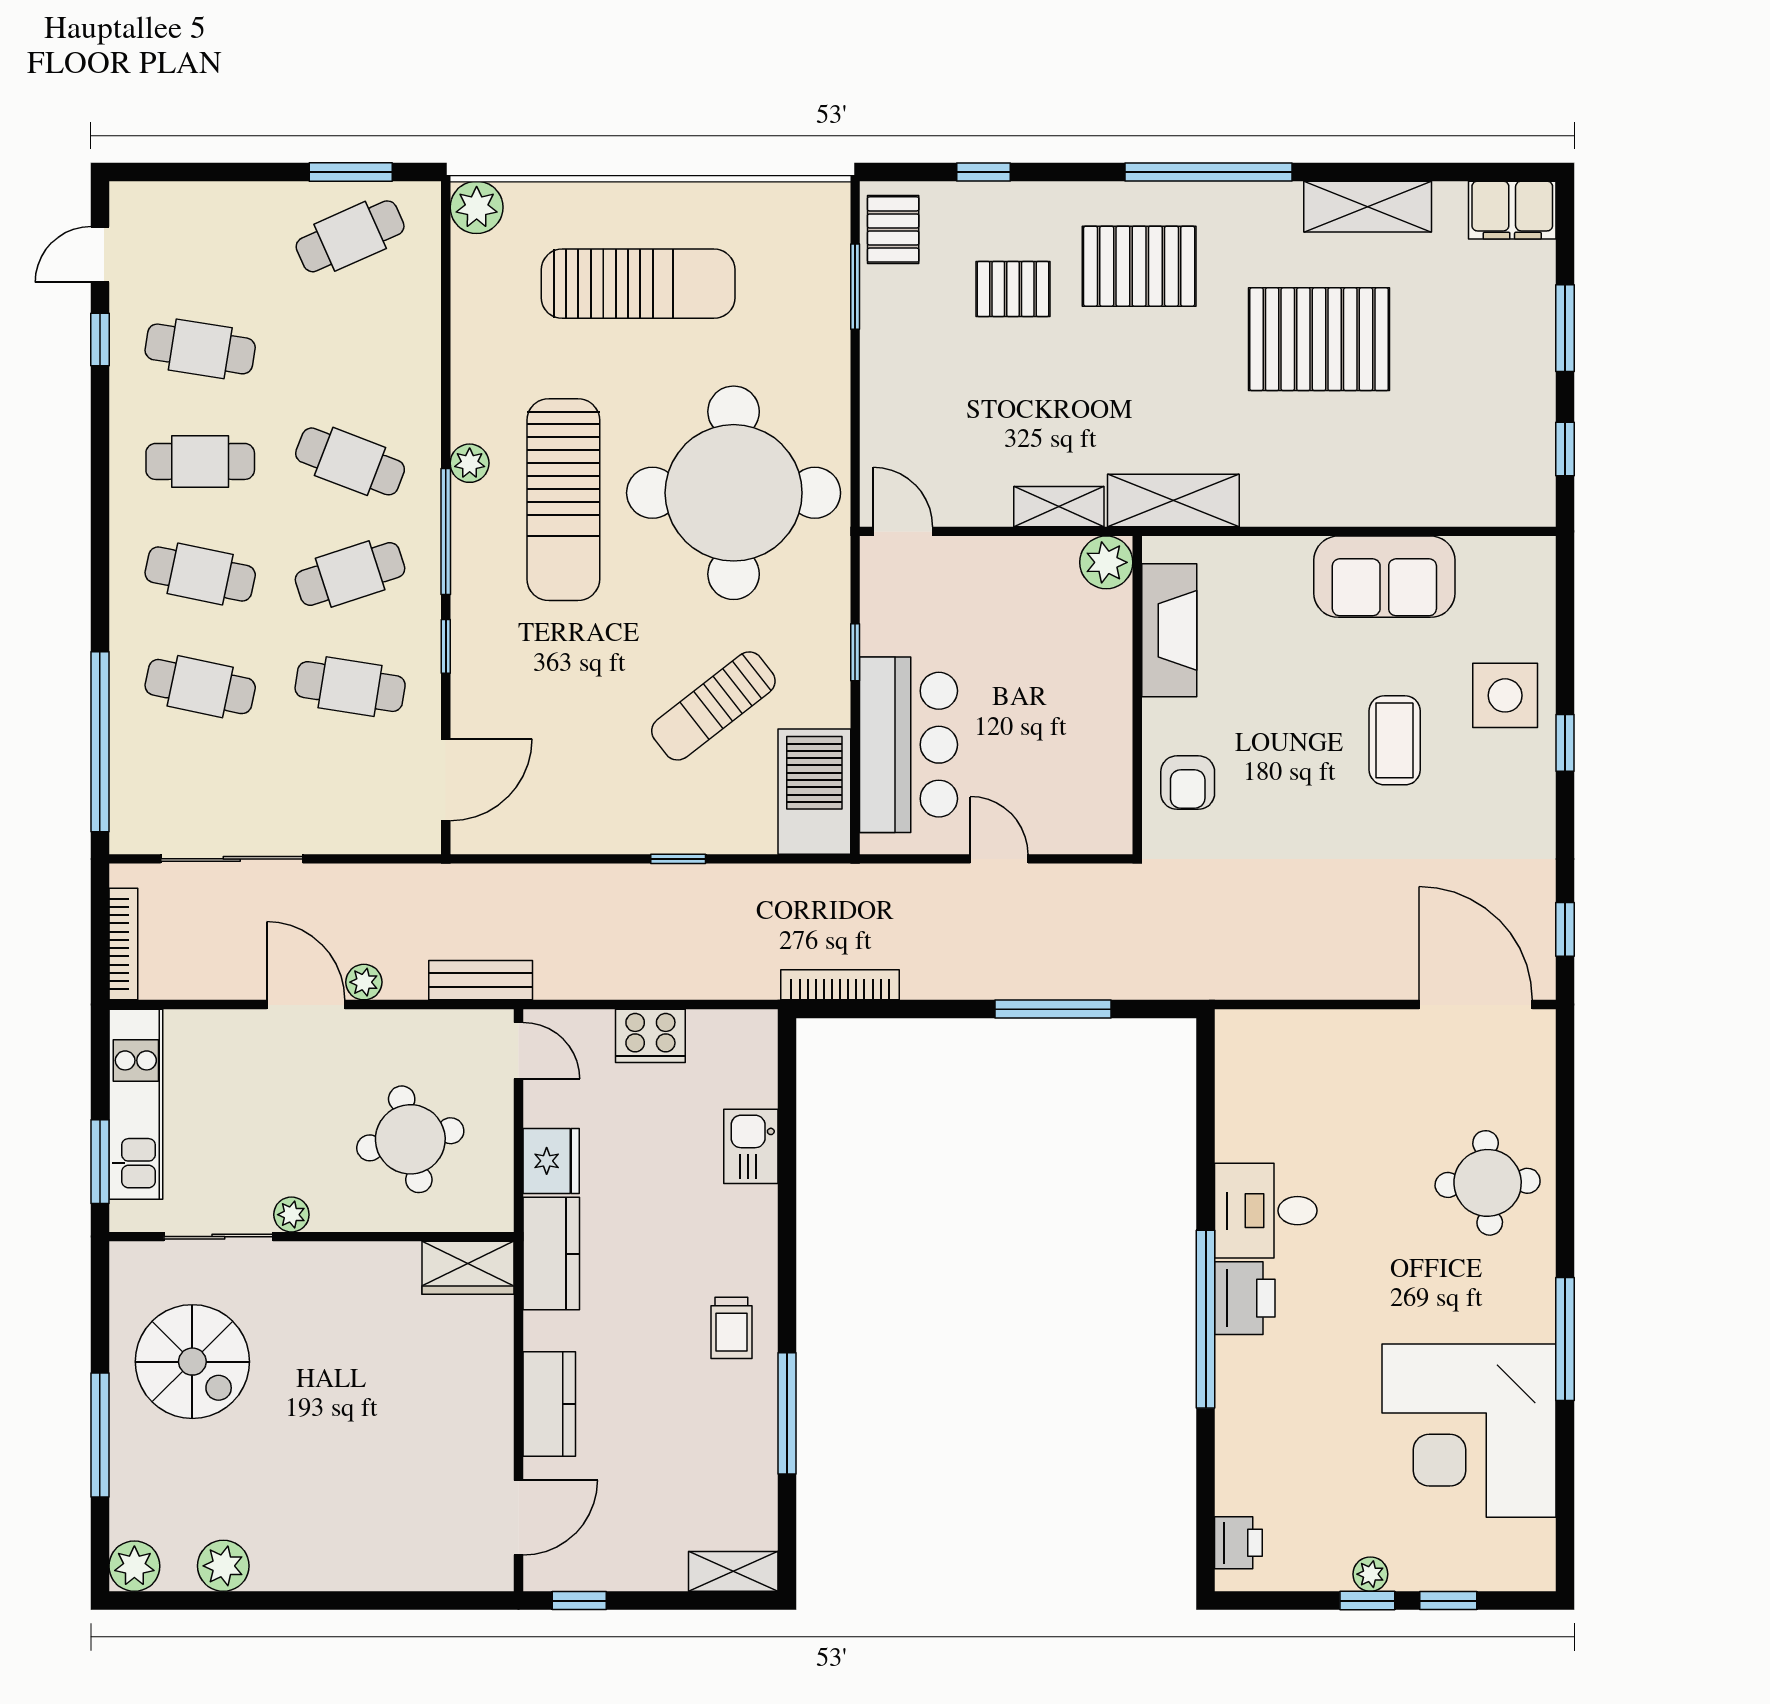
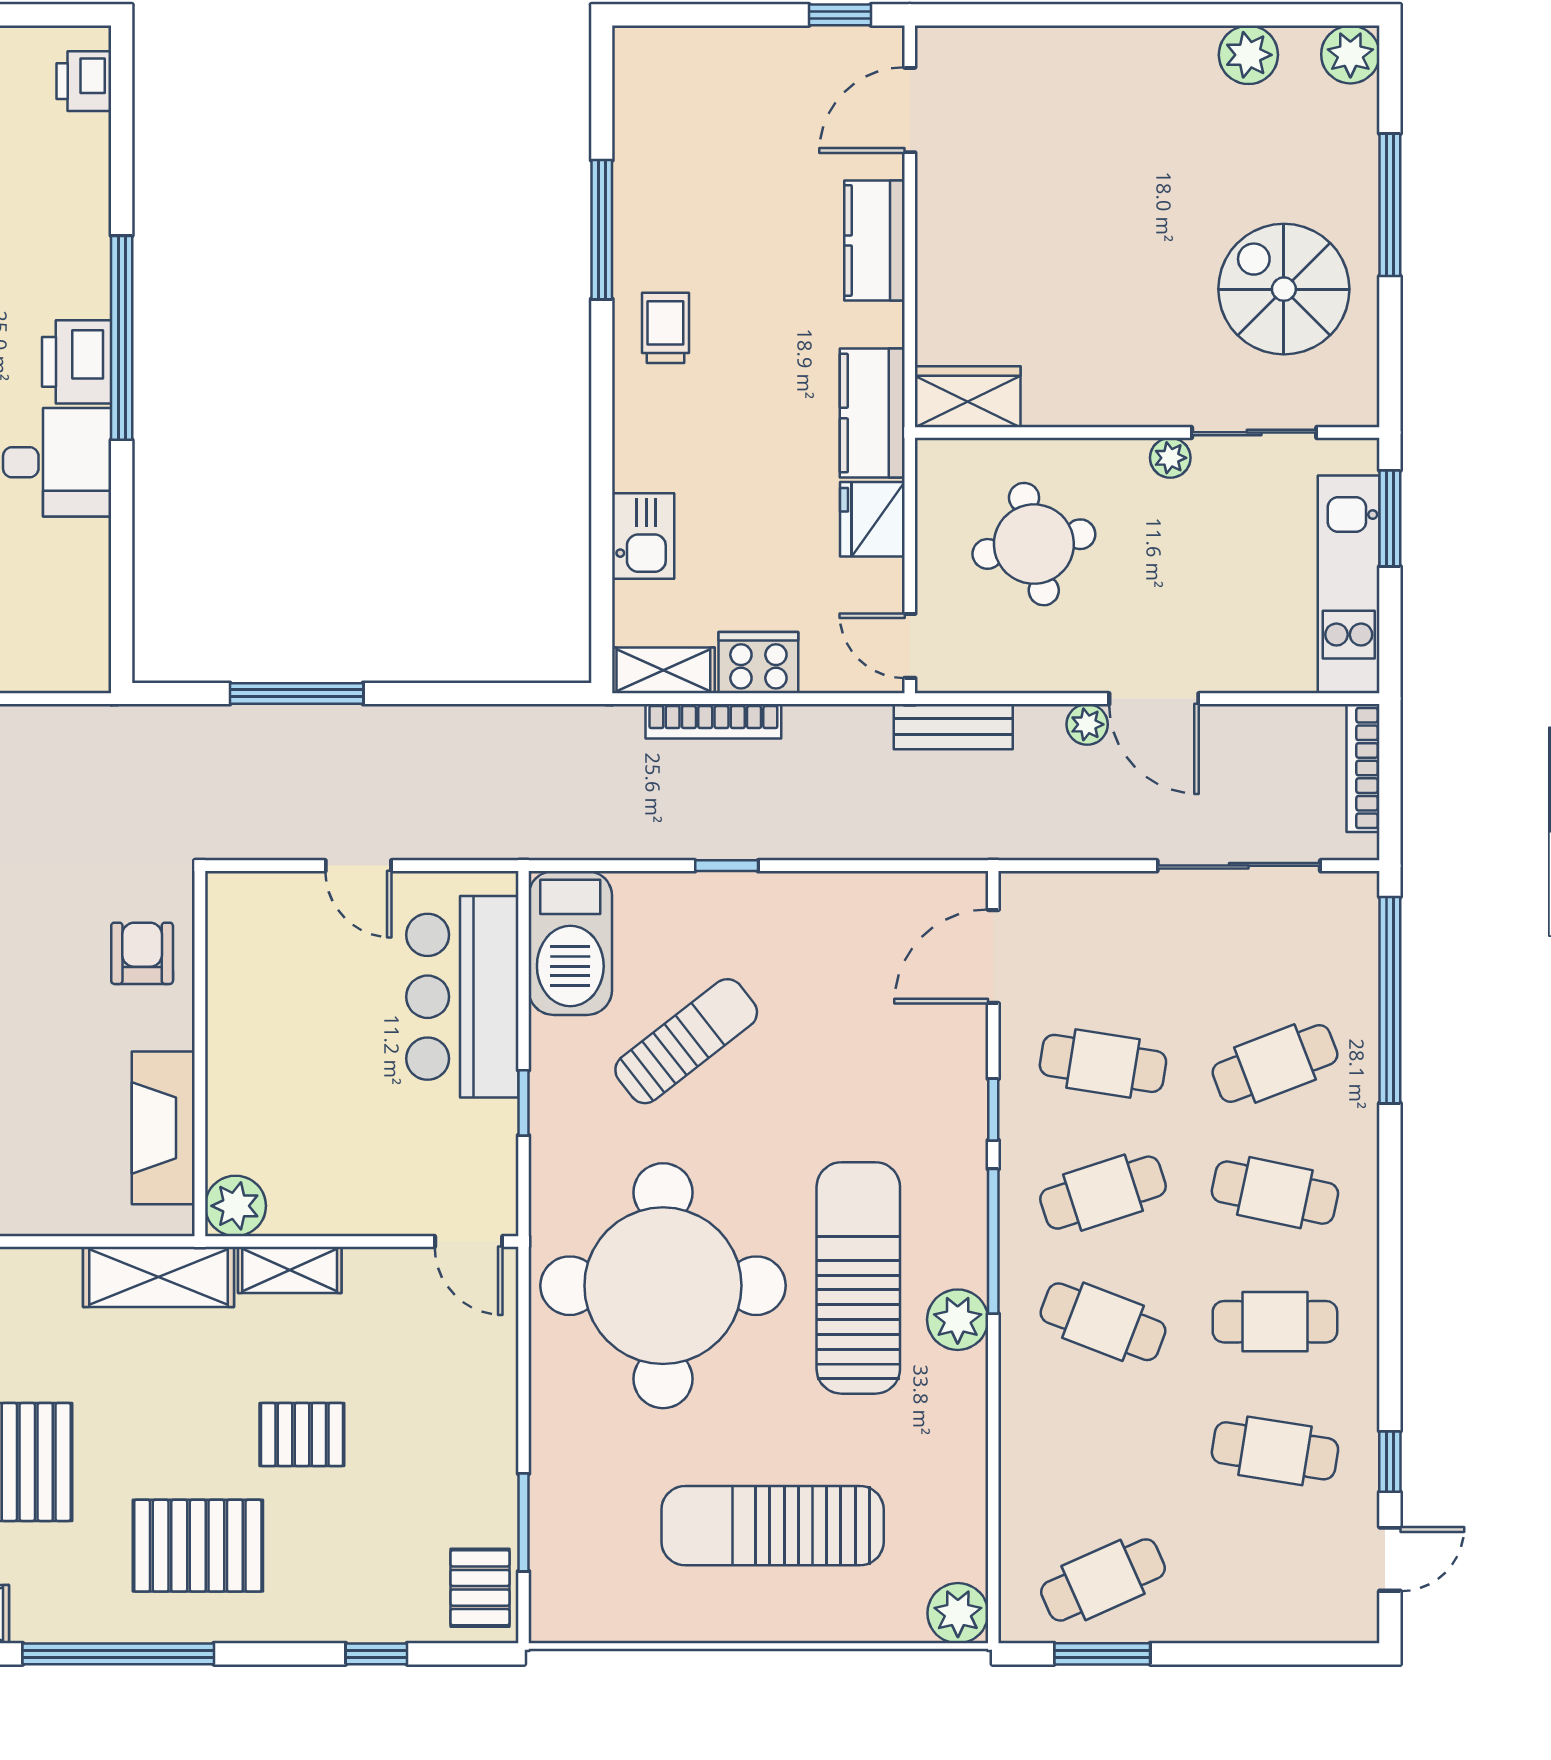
pallet: (1013, 289) -> (302, 1435), moved
plant: (470, 463) -> (958, 1320), width x1.38, depth x1.38
cafe table: (200, 687) -> (1275, 1063), turned -33
bookcase: (840, 985) -> (713, 721), moved
shelving: (733, 1571) -> (663, 670), moved

